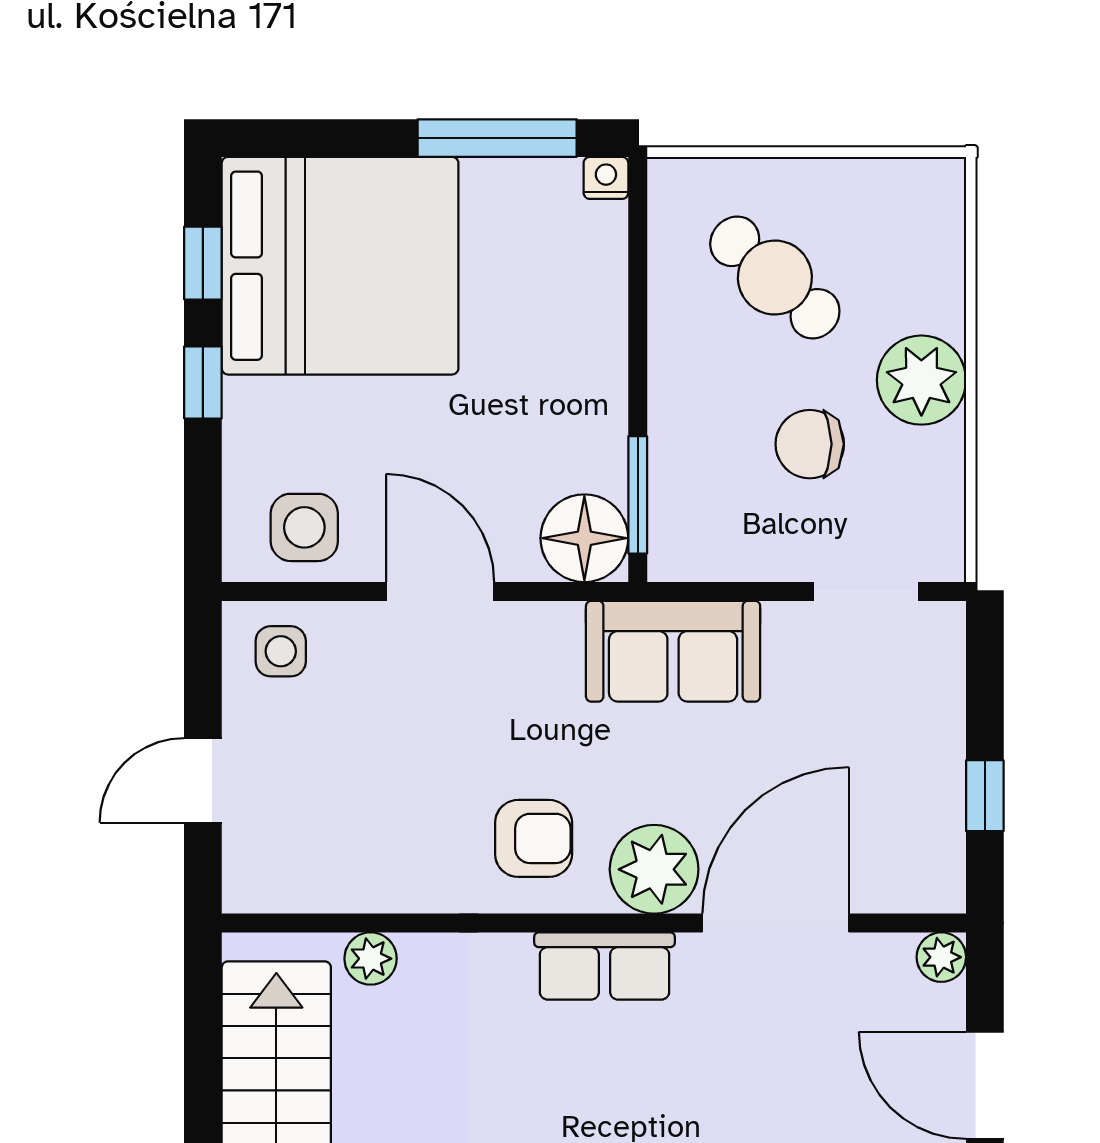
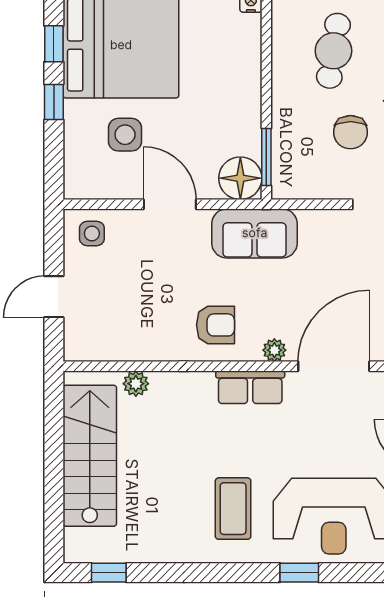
cafe table: (775, 278) -> (333, 51), turned 57
chair: (810, 444) -> (351, 132), turned -90
side table: (304, 527) -> (125, 135), moved
sofa: (673, 651) -> (255, 233), moved
plant: (654, 869) -> (274, 350), width x0.53, depth x0.53

